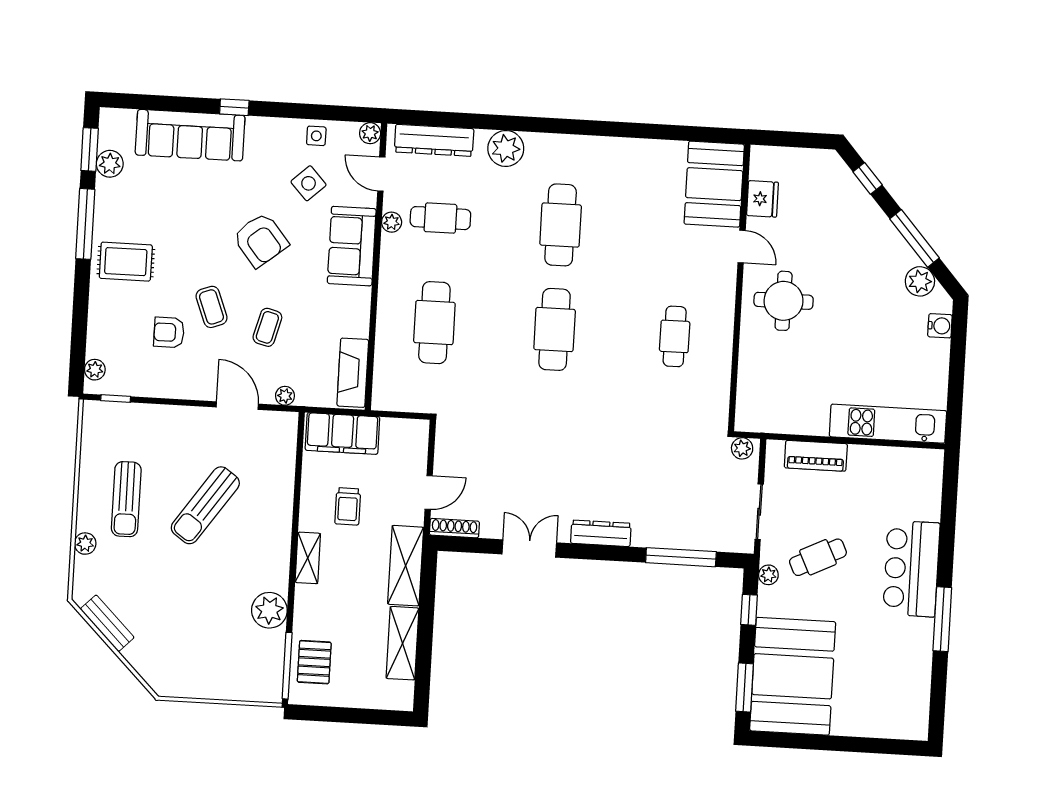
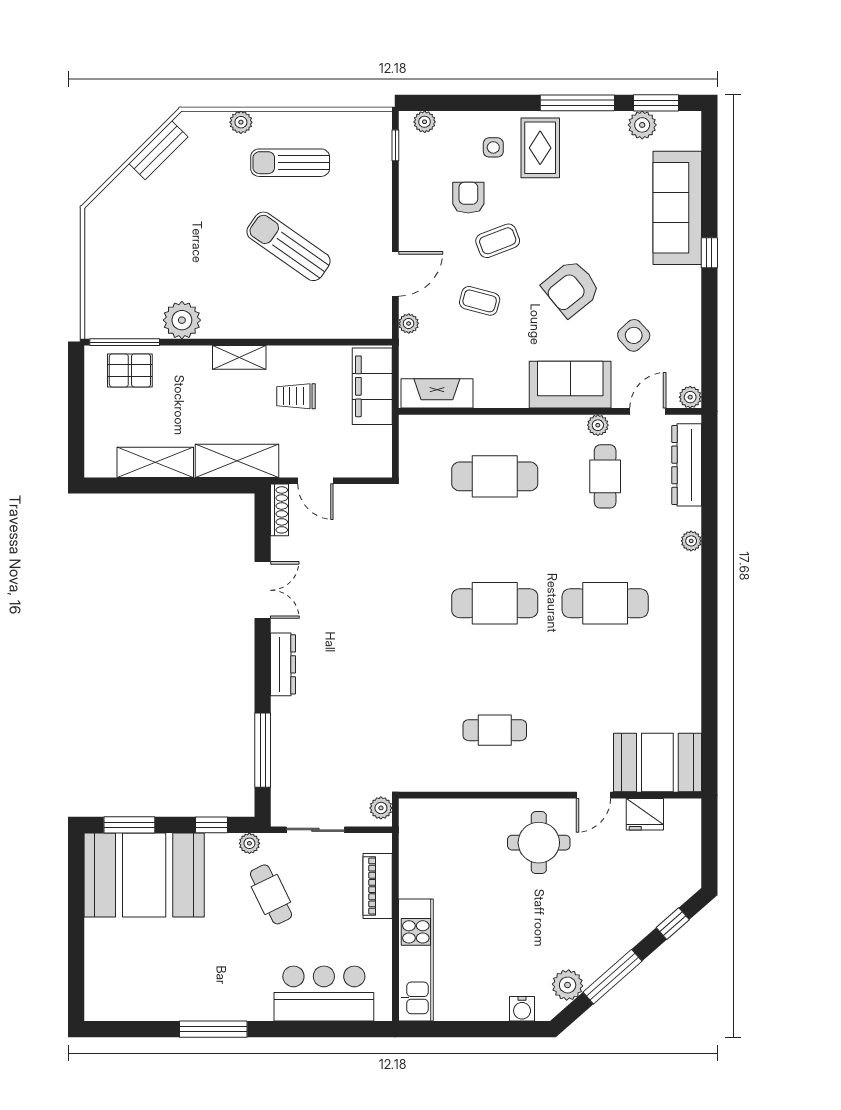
side table: (316, 136) -> (493, 147), moved
plant: (506, 148) -> (691, 541), width x0.53, depth x0.53
bar counter: (911, 569) -> (324, 994), moved

